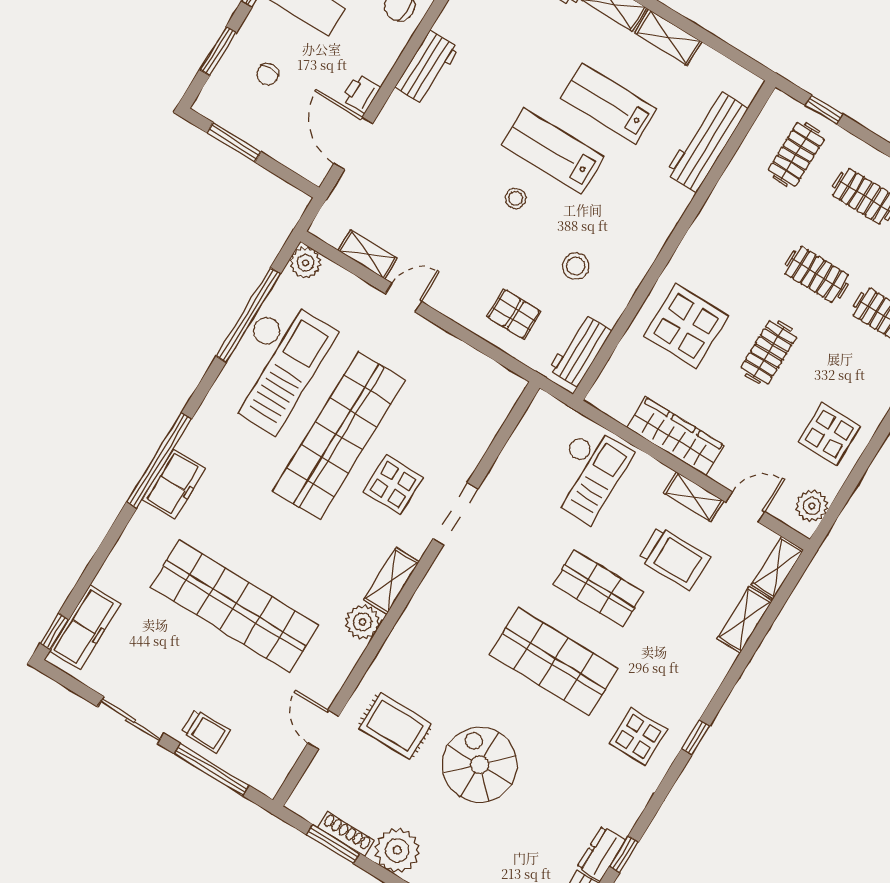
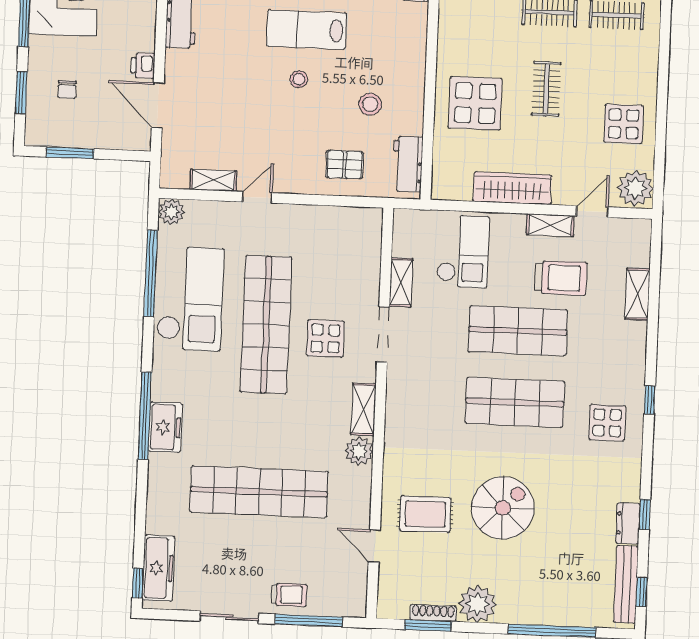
plant: (812, 506) -> (635, 188), width x1.36, depth x1.36
shelving: (778, 567) -> (401, 282), moved
shop shelf: (598, 588) -> (518, 331), width x1.43, depth x1.36
spiral stairs: (480, 765) -> (503, 508), turned 90

